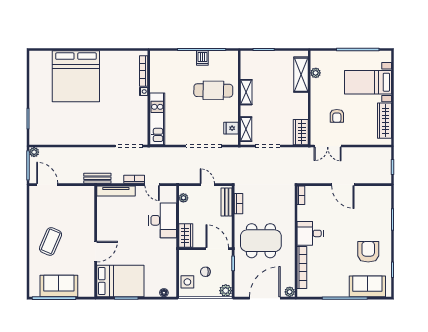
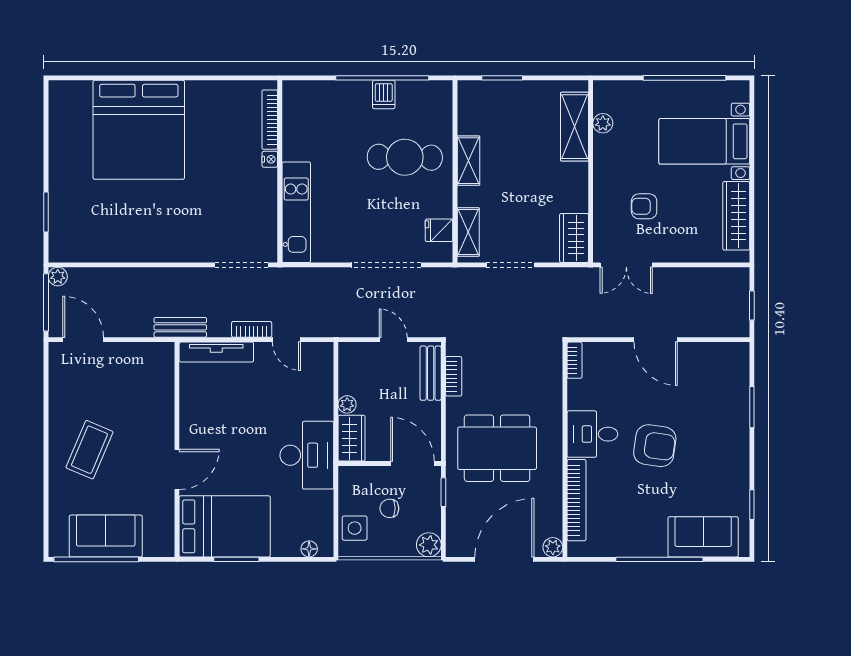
armchair: (337, 116) -> (644, 206), turned 90
plant: (183, 198) -> (347, 404), moved
desk: (163, 220) -> (307, 455), moved
armchair: (368, 252) -> (655, 446), moved, turned 98

